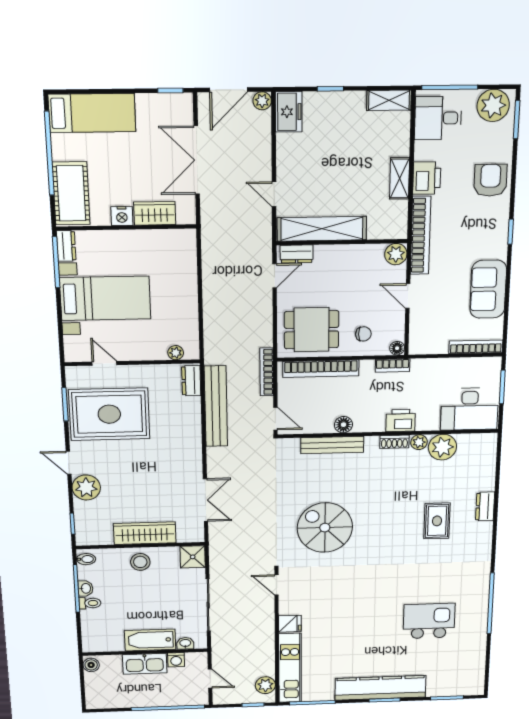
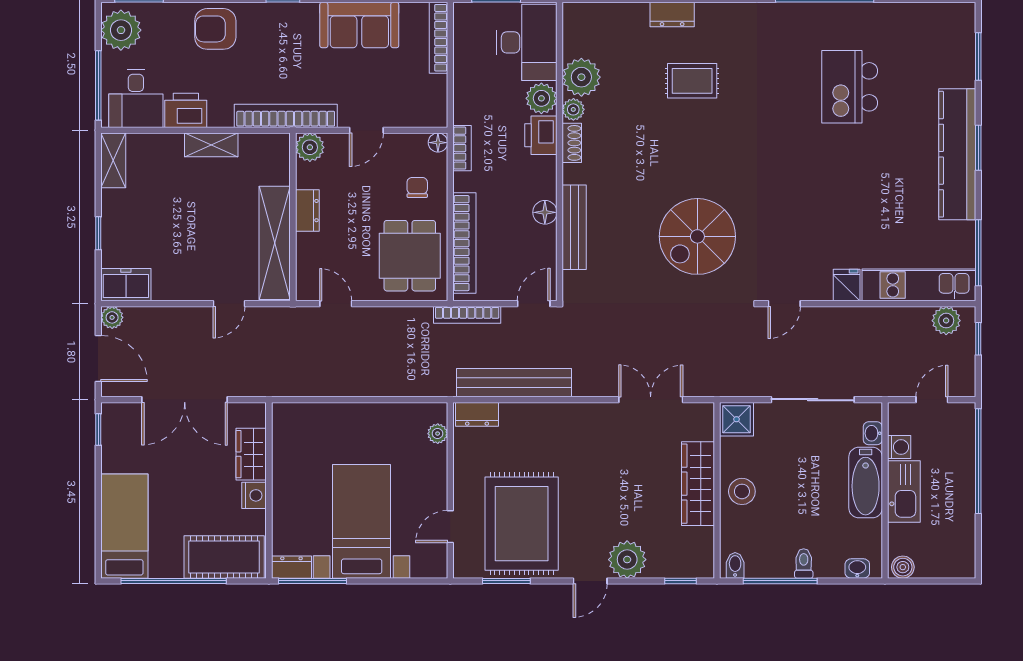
printer: (427, 178) -> (186, 110), moved
dresser: (297, 254) -> (307, 211), moved
plant: (428, 420) -> (541, 98), added
washbasin: (86, 588) -> (857, 569), moved

